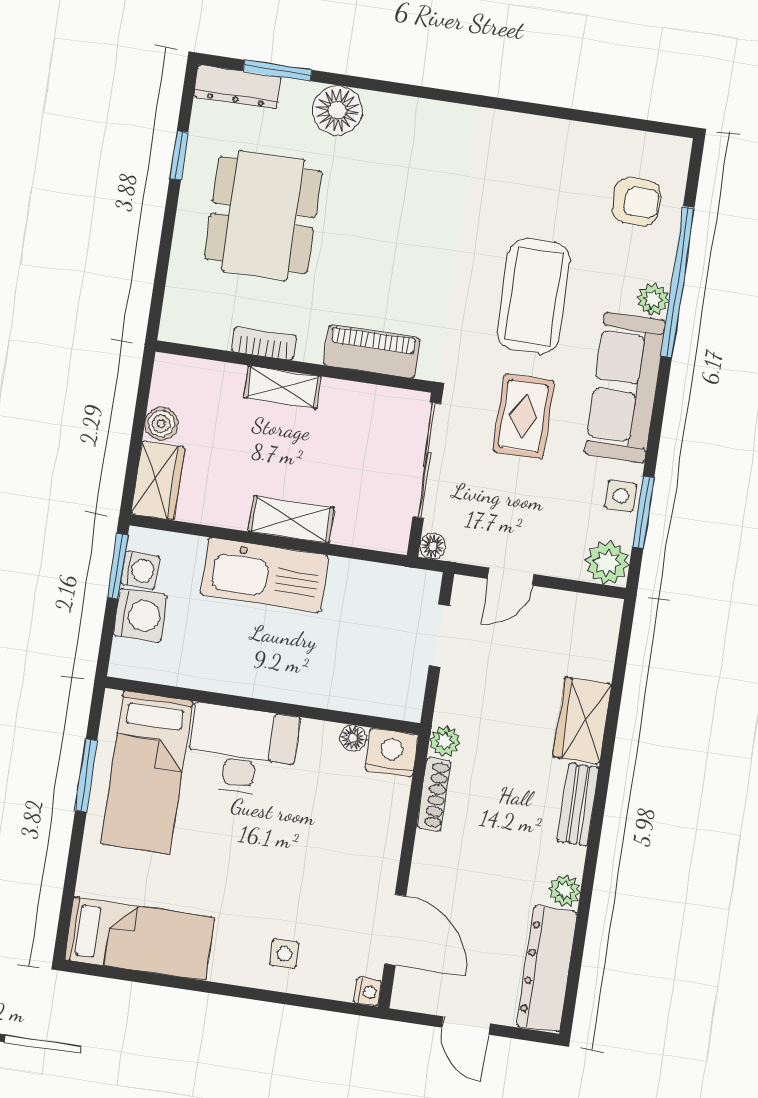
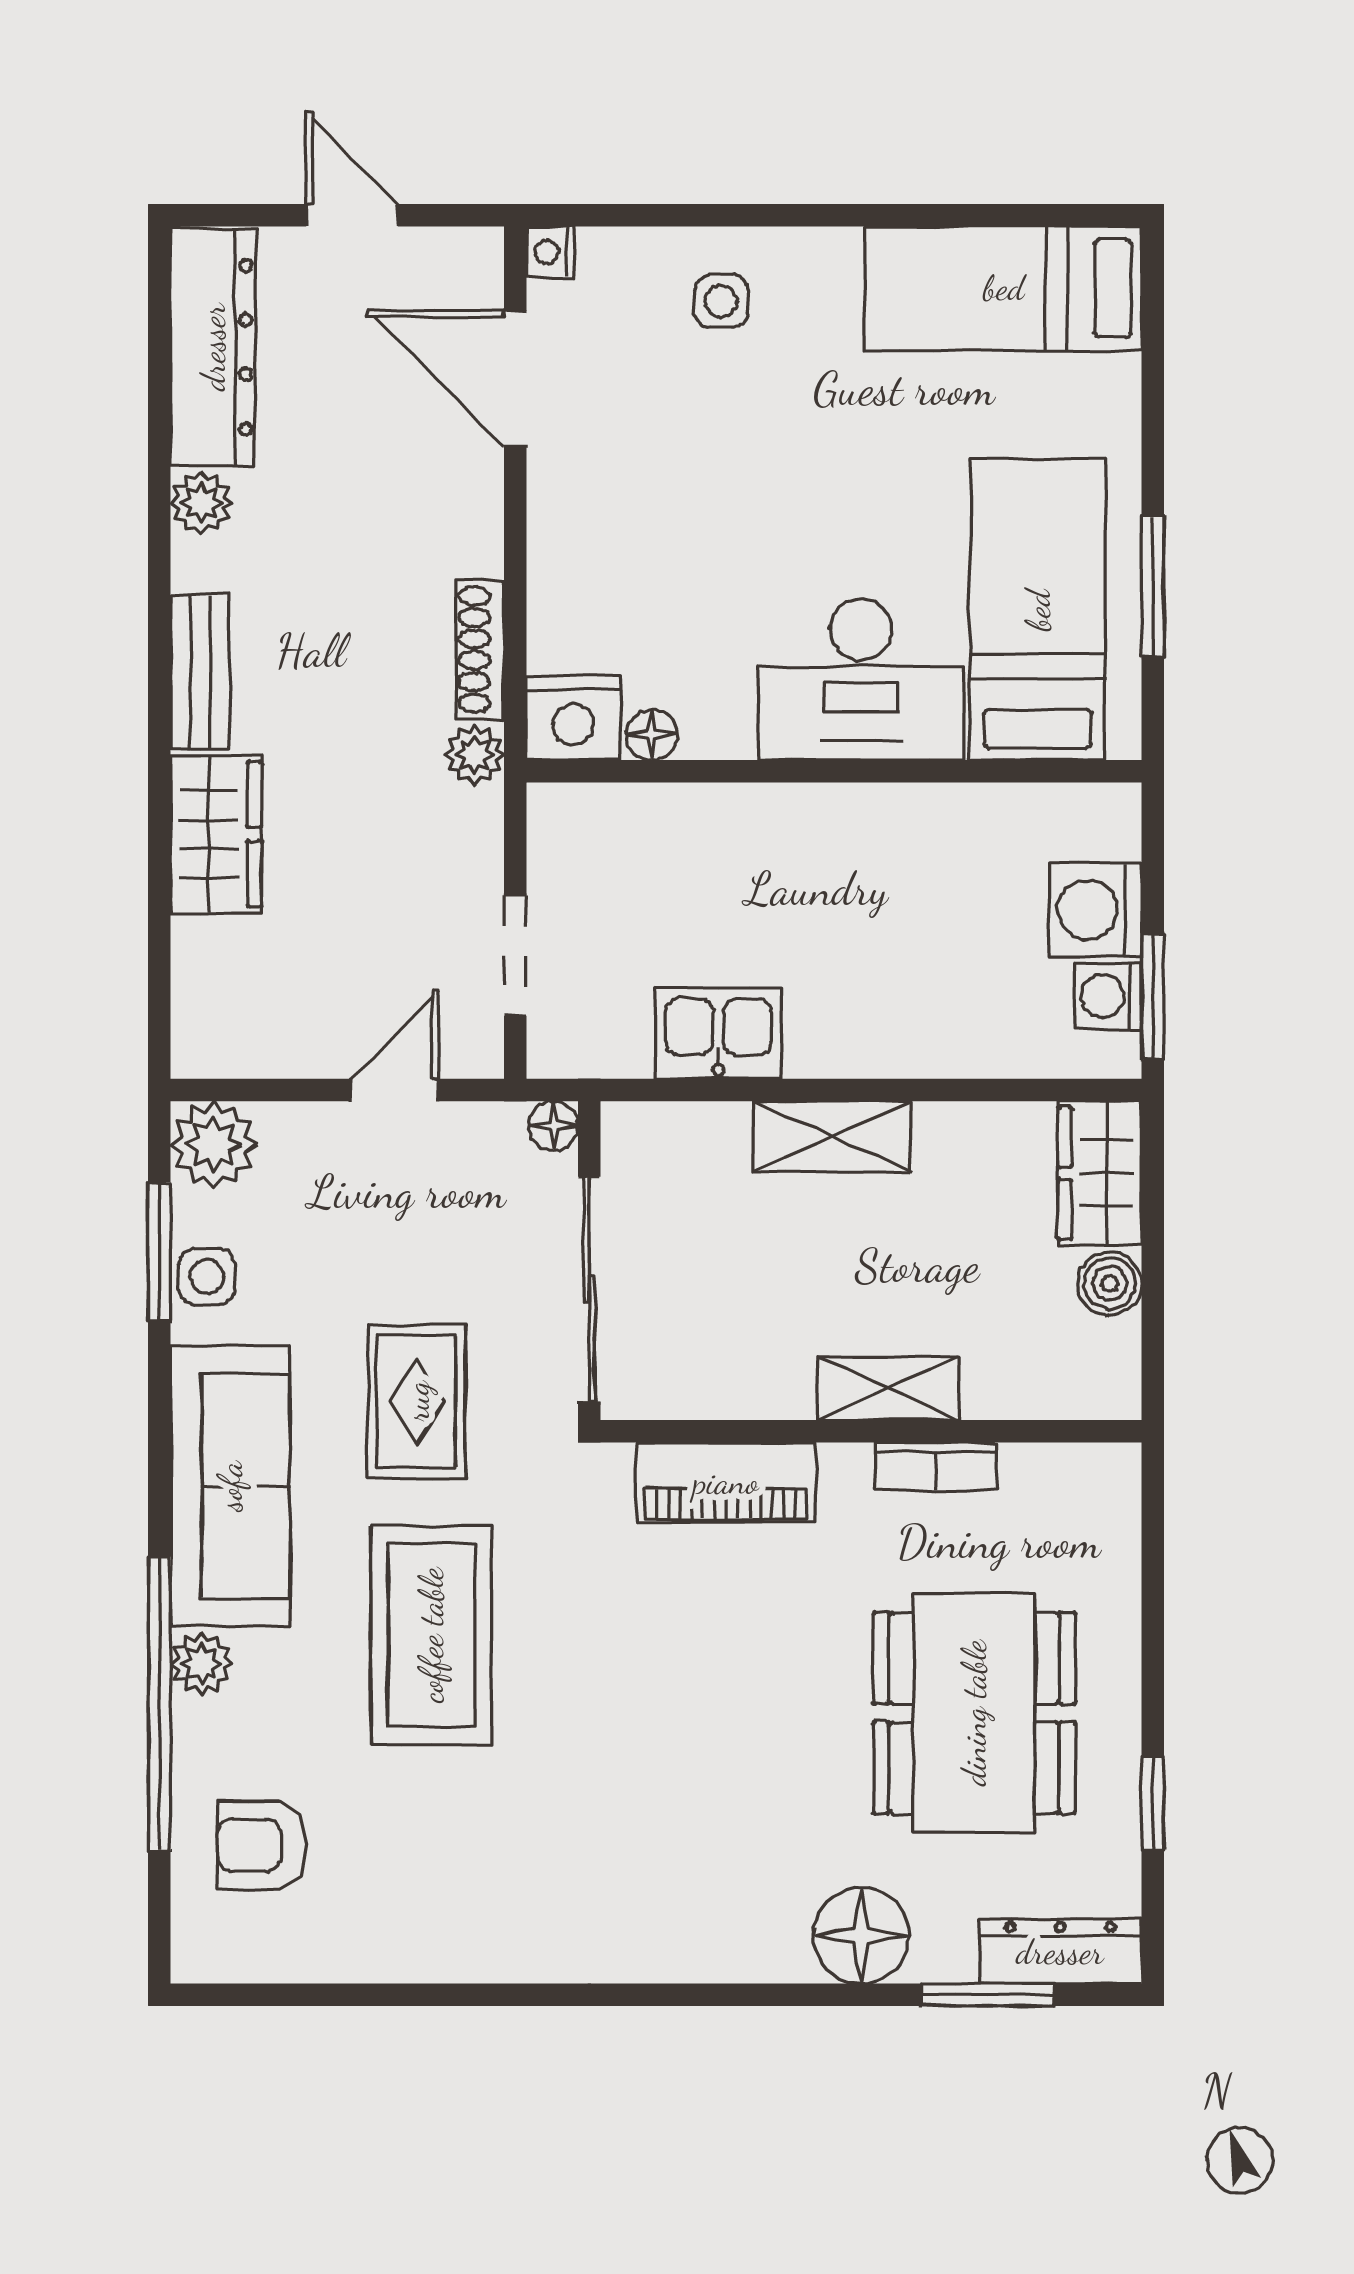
kitchen sink: (264, 575) -> (718, 1033), moved, width x0.53, depth x0.81

